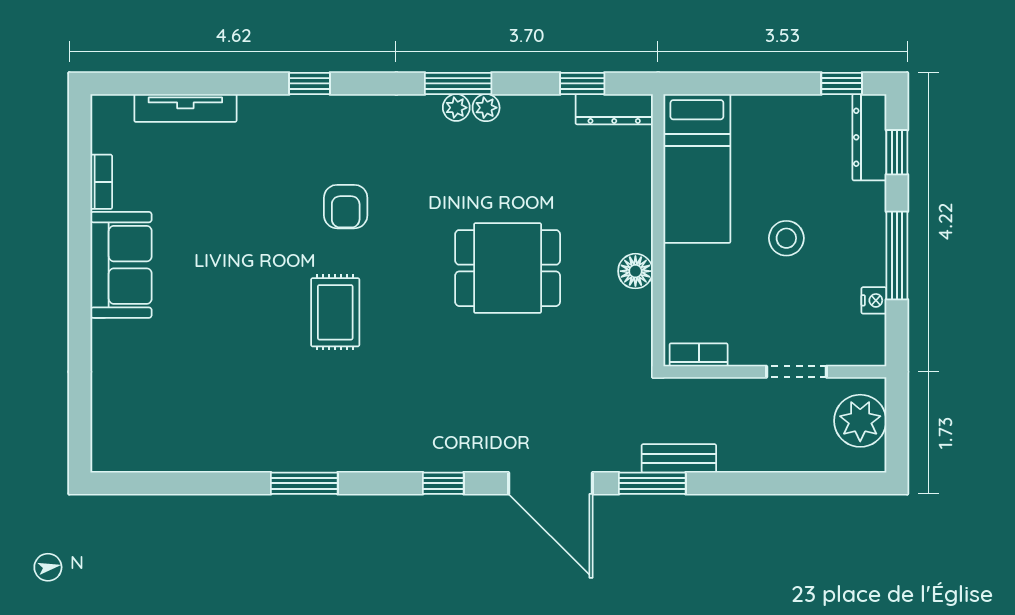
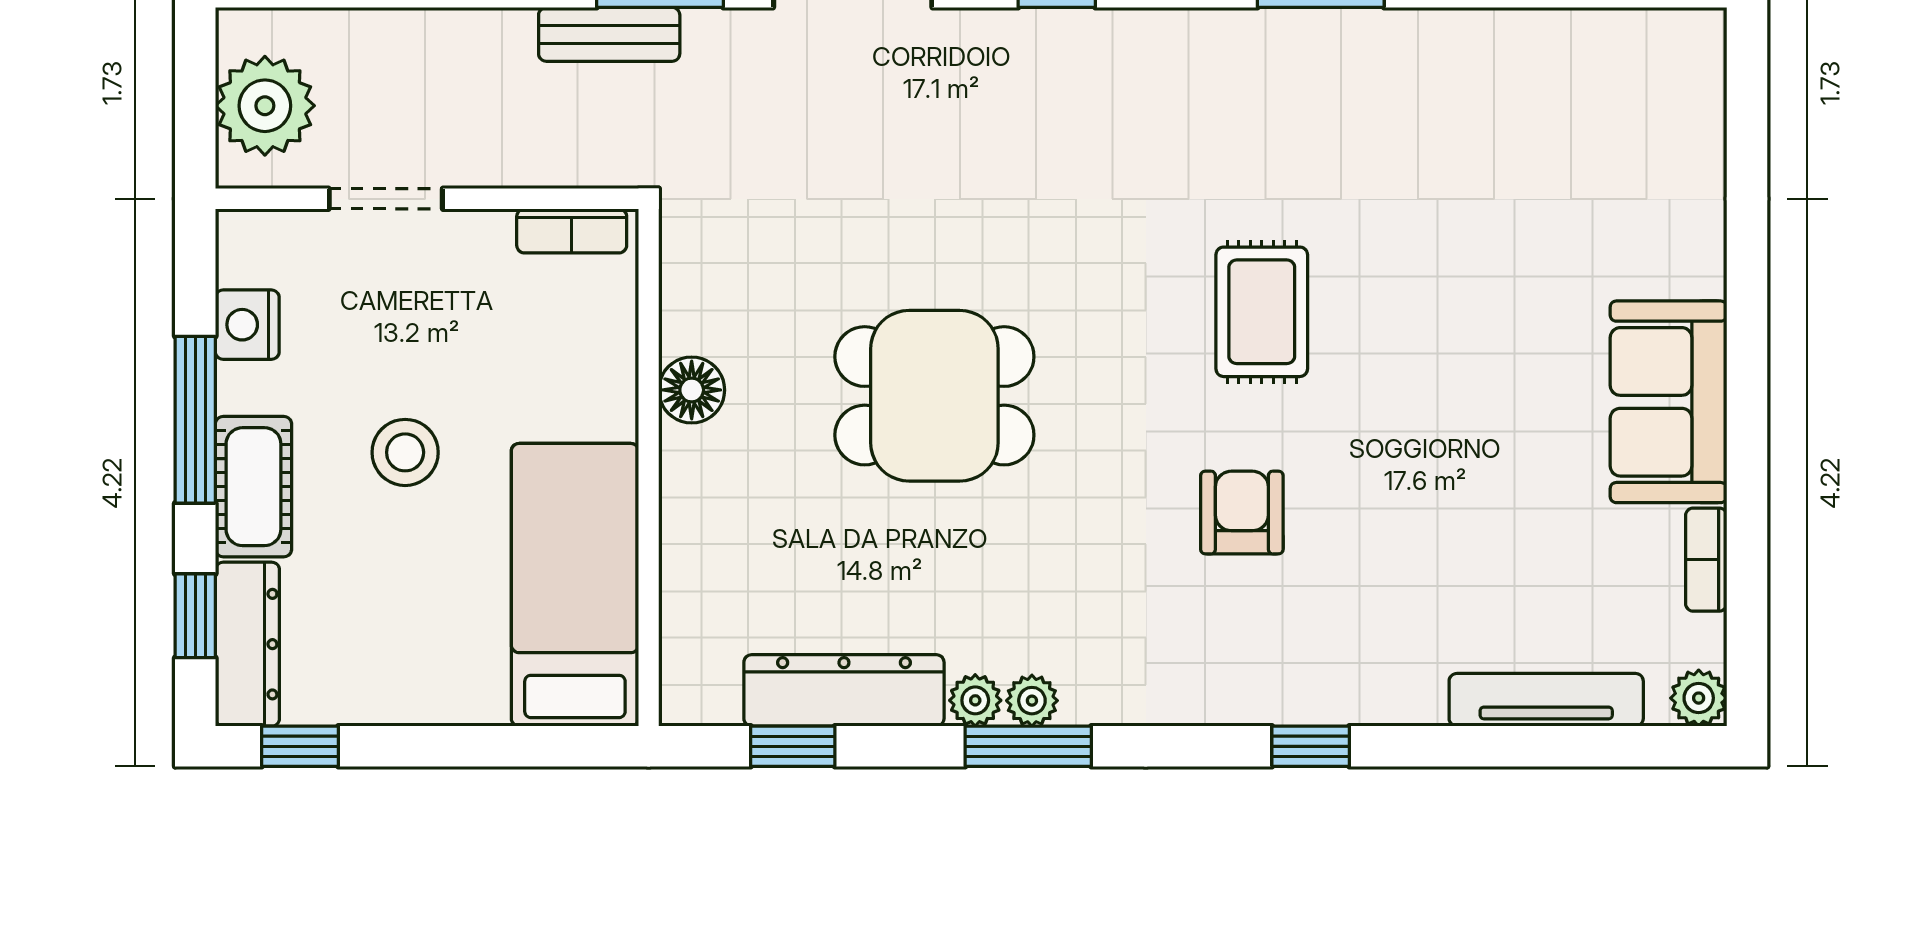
plant: (105, 109) -> (1699, 698), added
dresser: (614, 109) -> (844, 690), moved, width x1.37, depth x1.24
cot: (866, 220) -> (253, 487), added
nightstand: (874, 300) -> (247, 325), width x1.39, depth x1.35

